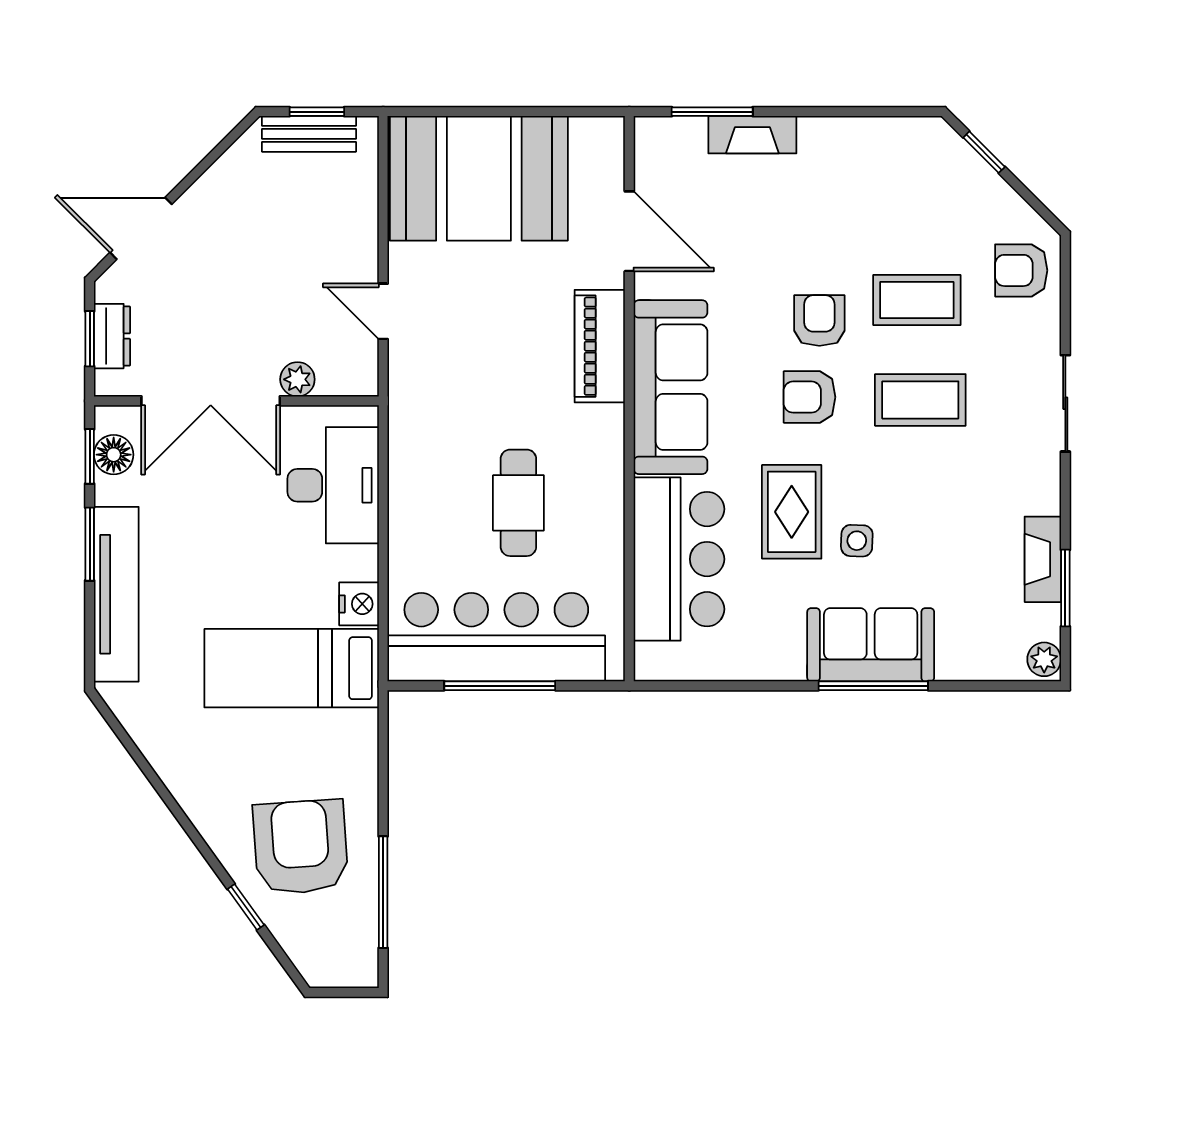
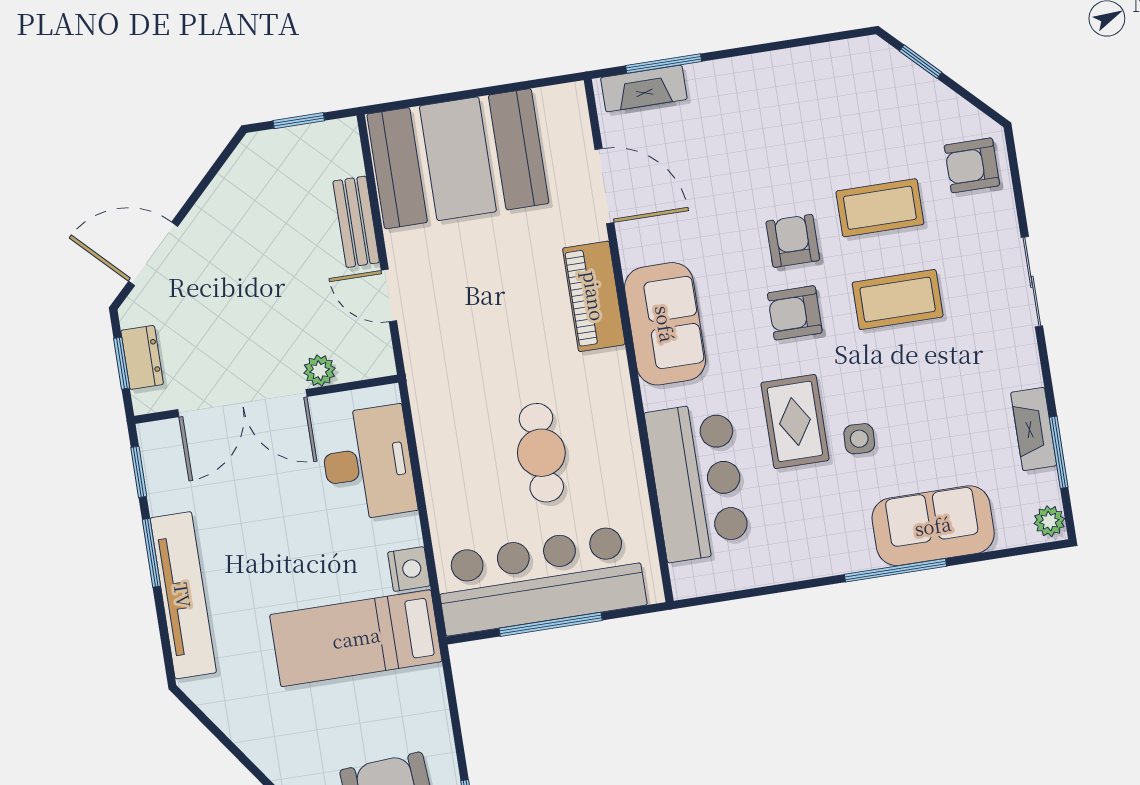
bench: (309, 134) -> (356, 222), moved, turned 90
fireplace: (752, 135) -> (644, 88), moved
sofa: (671, 387) -> (665, 324), width x0.73
floor lamp: (114, 455) -> (161, 467), removed
sofa: (871, 645) -> (933, 526), moved

